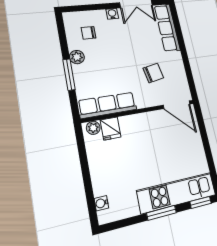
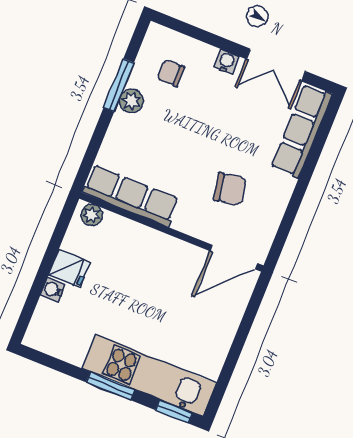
window: (69, 75) -> (119, 85), moved
door: (177, 105) -> (234, 257), hinge flipped
fridge: (111, 129) -> (69, 268), moved, turned -90
water cooler: (101, 203) -> (53, 290), moved

